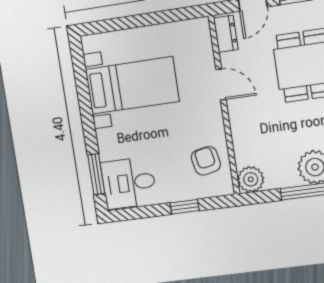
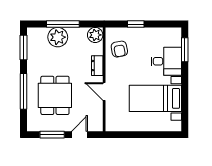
dresser: (226, 34) -> (97, 66), moved
desk: (129, 183) -> (166, 61), moved

